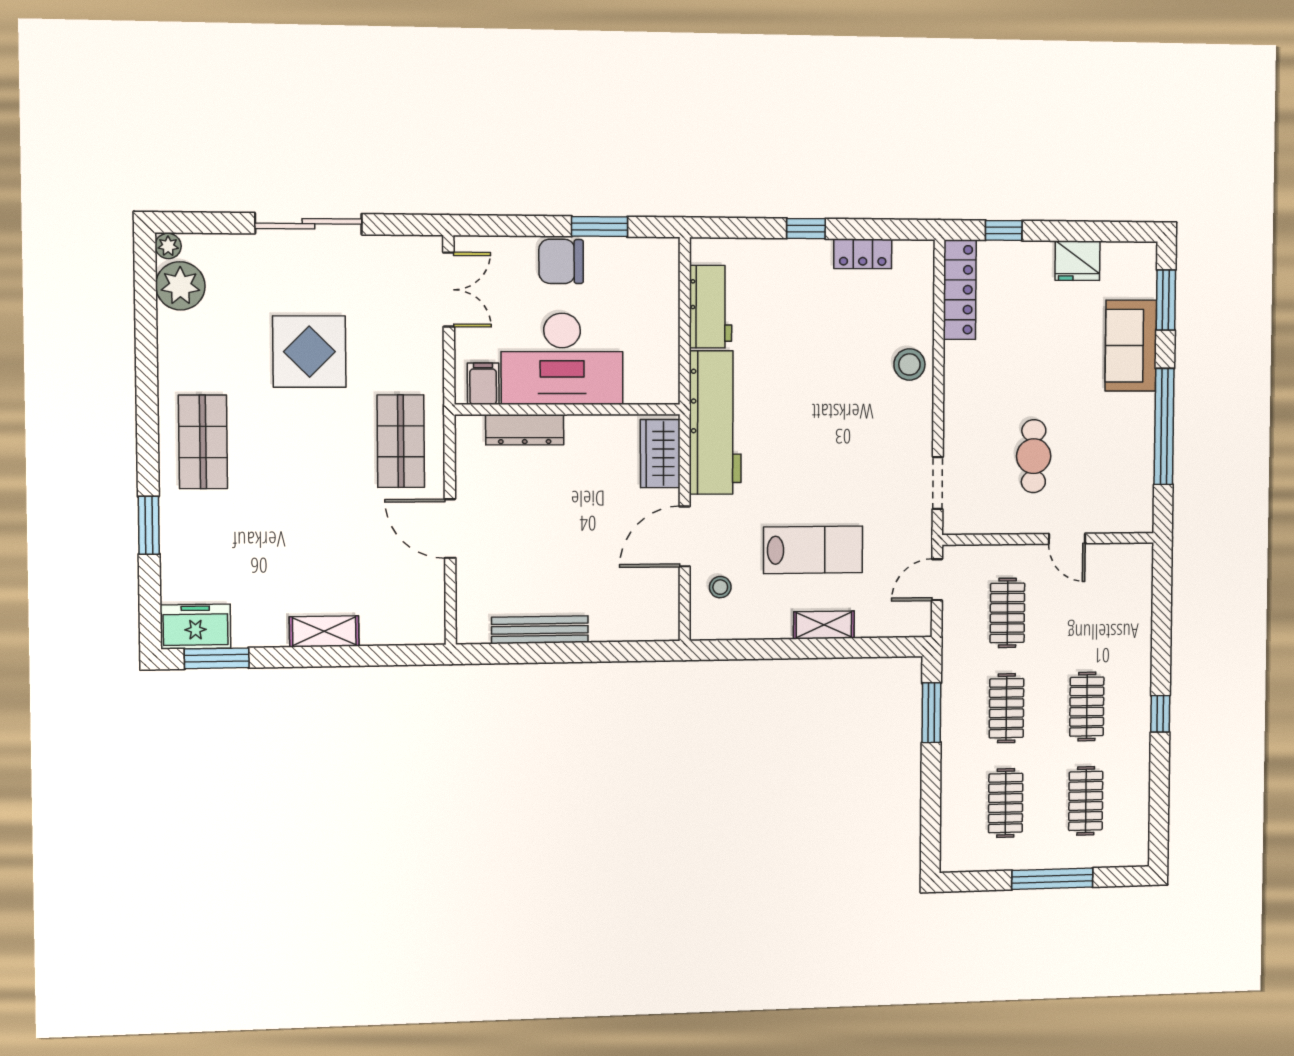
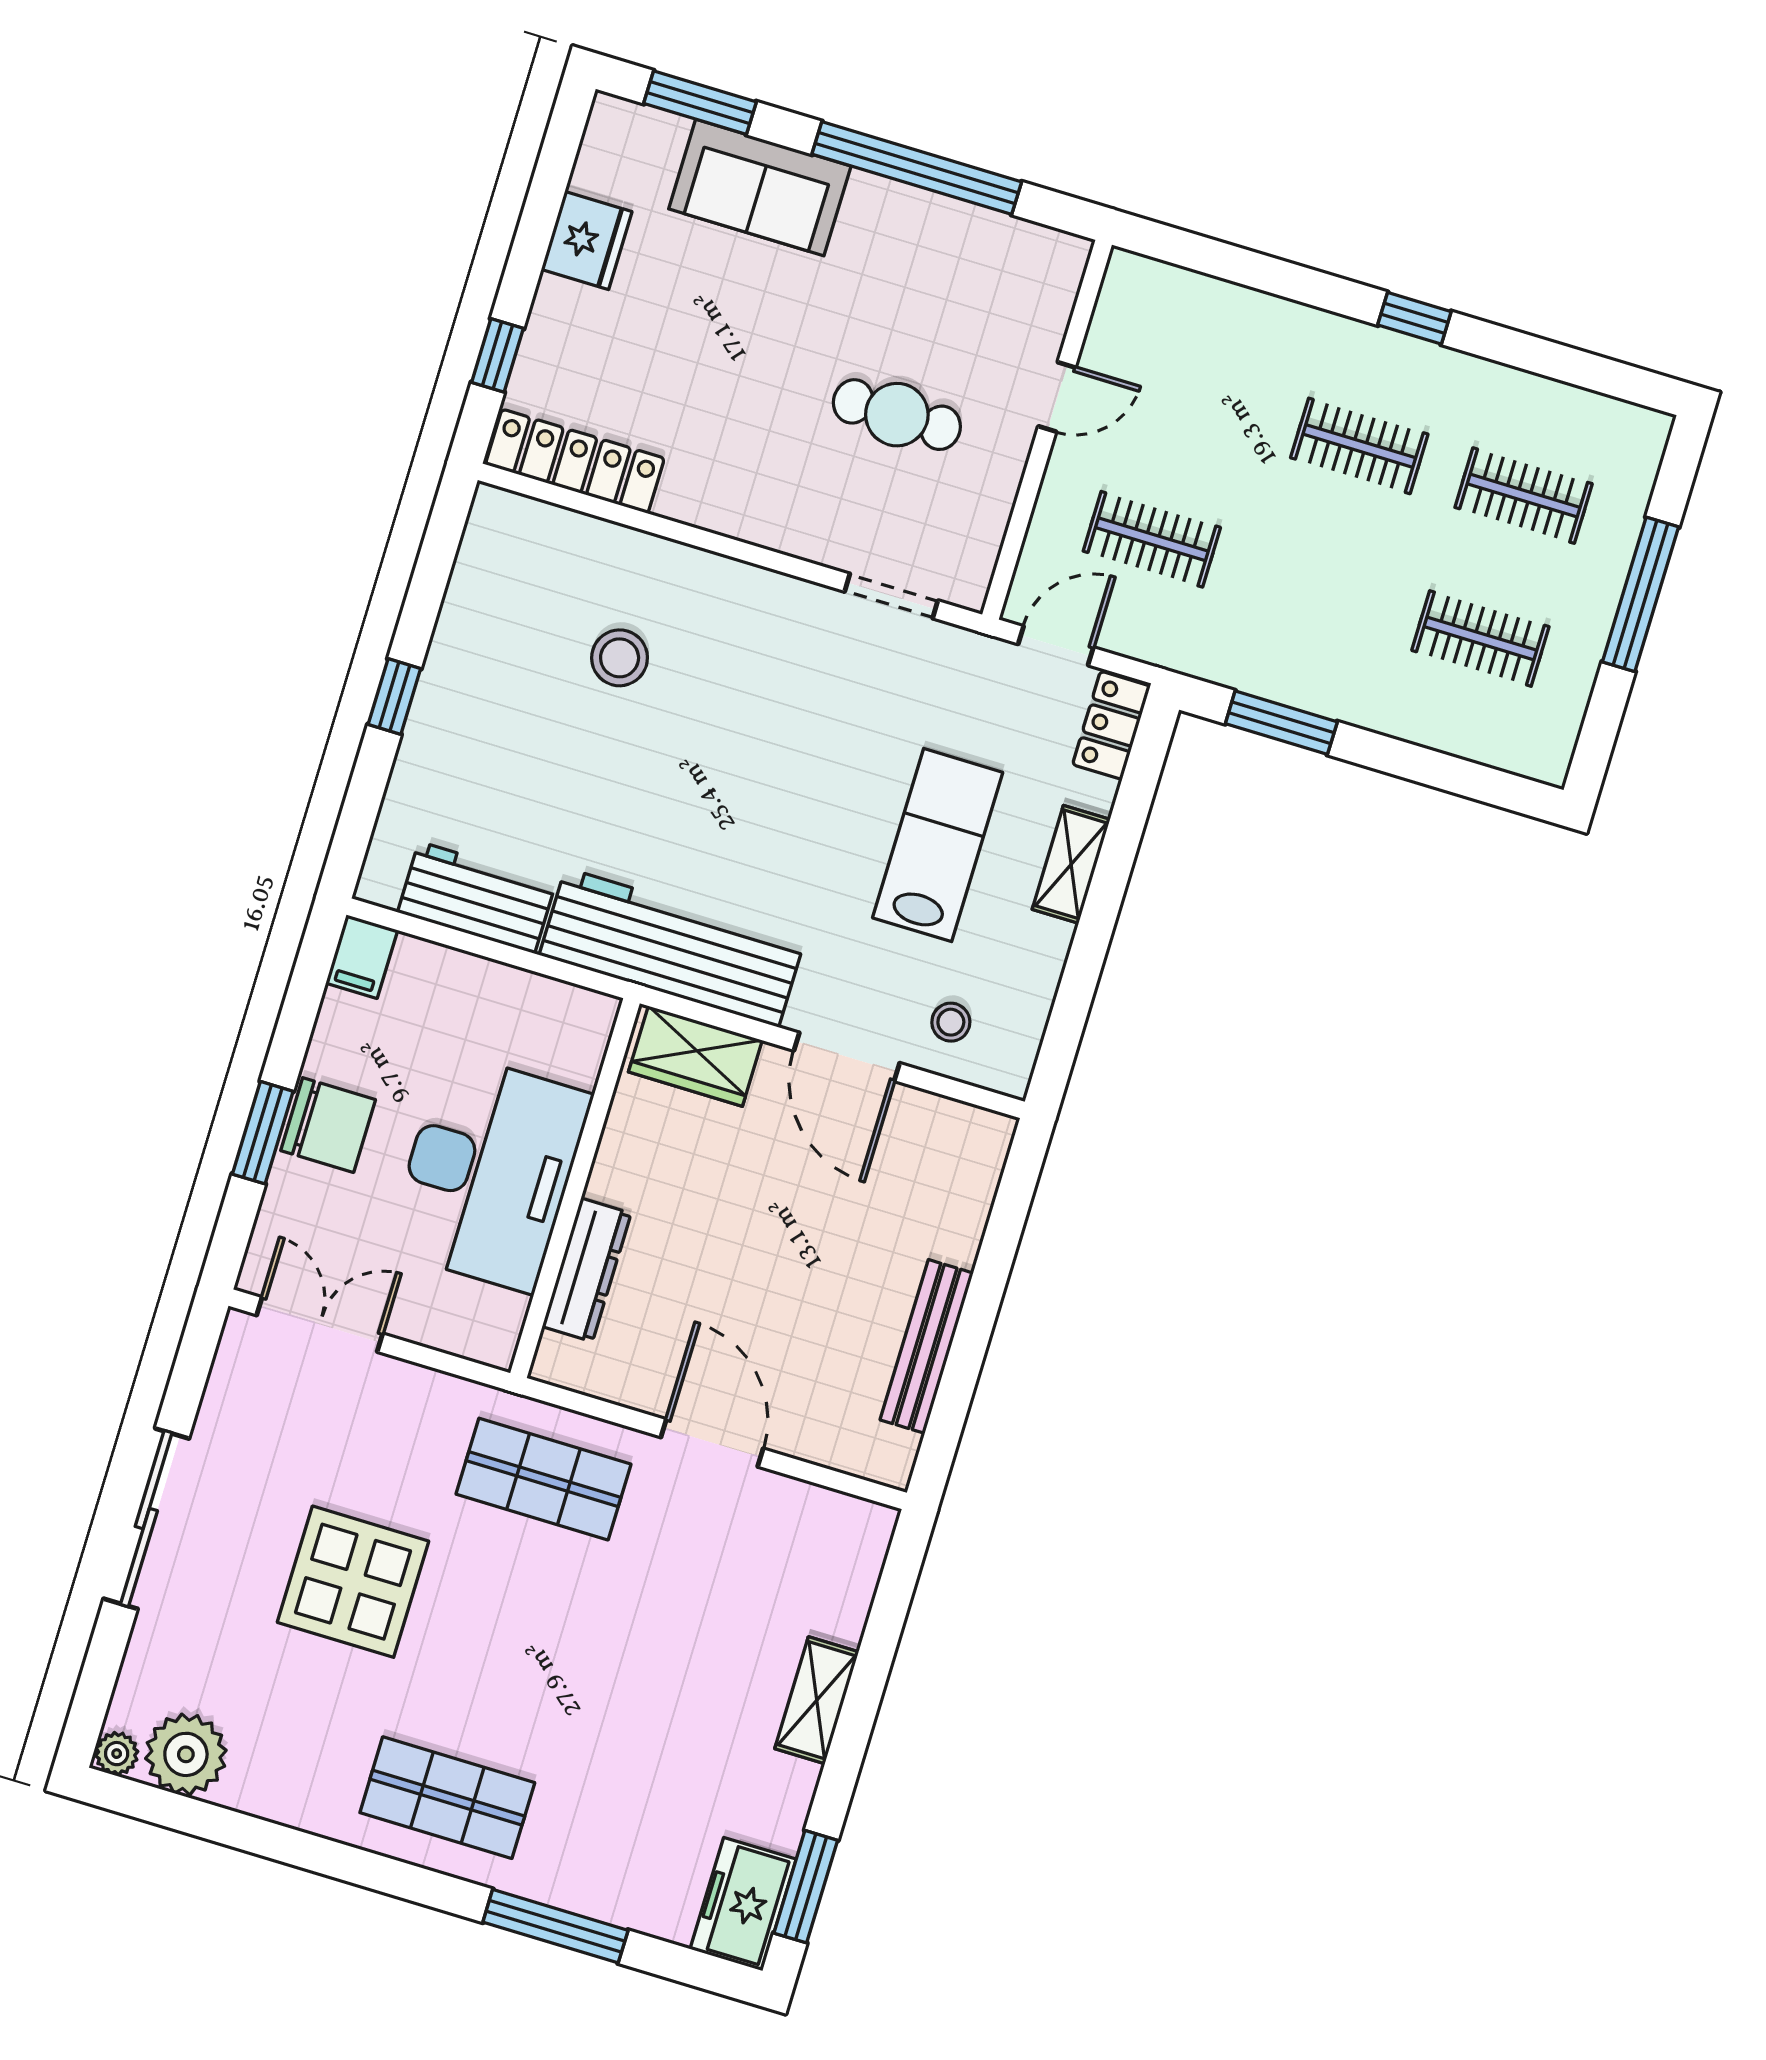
window: (599, 227) -> (263, 1133), moved
locker: (863, 254) -> (1111, 725), moved, turned 180
chair: (561, 261) -> (328, 1125), turned -90
stool: (909, 364) -> (620, 658), moved
filing cabinet: (483, 384) -> (362, 957), moved, turned -90
window: (149, 525) -> (555, 1926), width x1.44
door: (450, 529) -> (712, 1443), swing flipped
door: (937, 580) -> (1056, 646), swing flipped
clothes rail: (1006, 708) -> (1316, 589), removed

